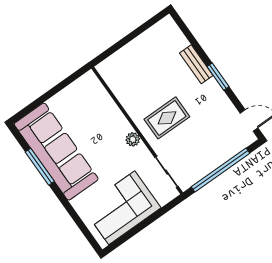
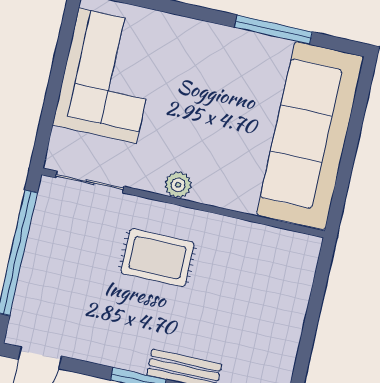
rug: (167, 118) -> (157, 258), turned 90
sofa: (56, 152) -> (310, 136), moved, turned 90

